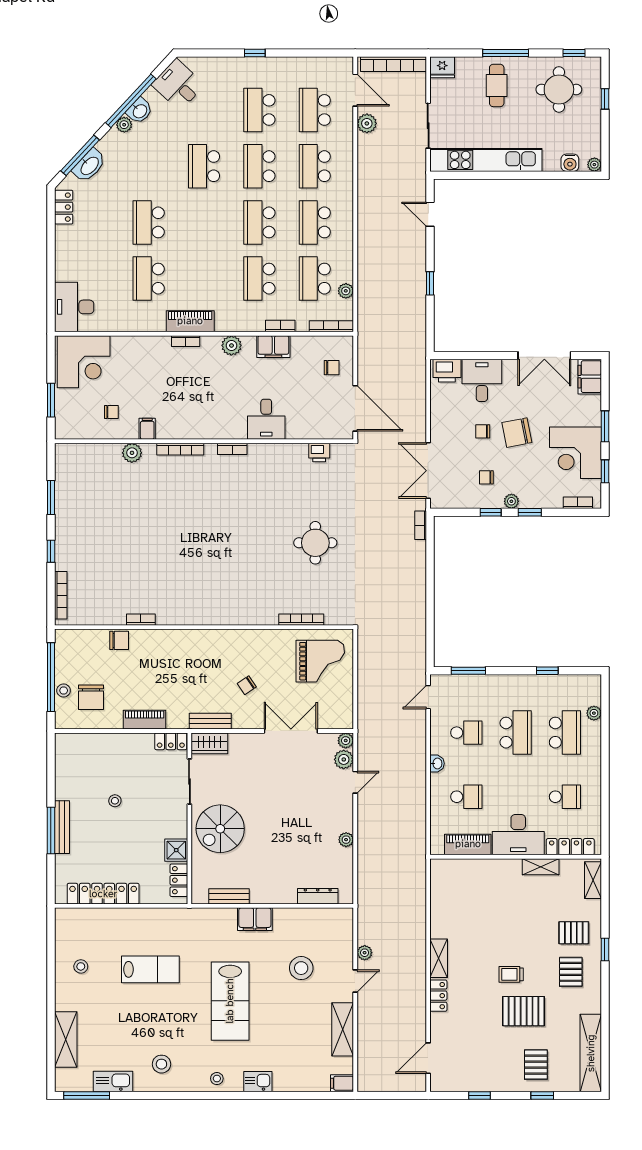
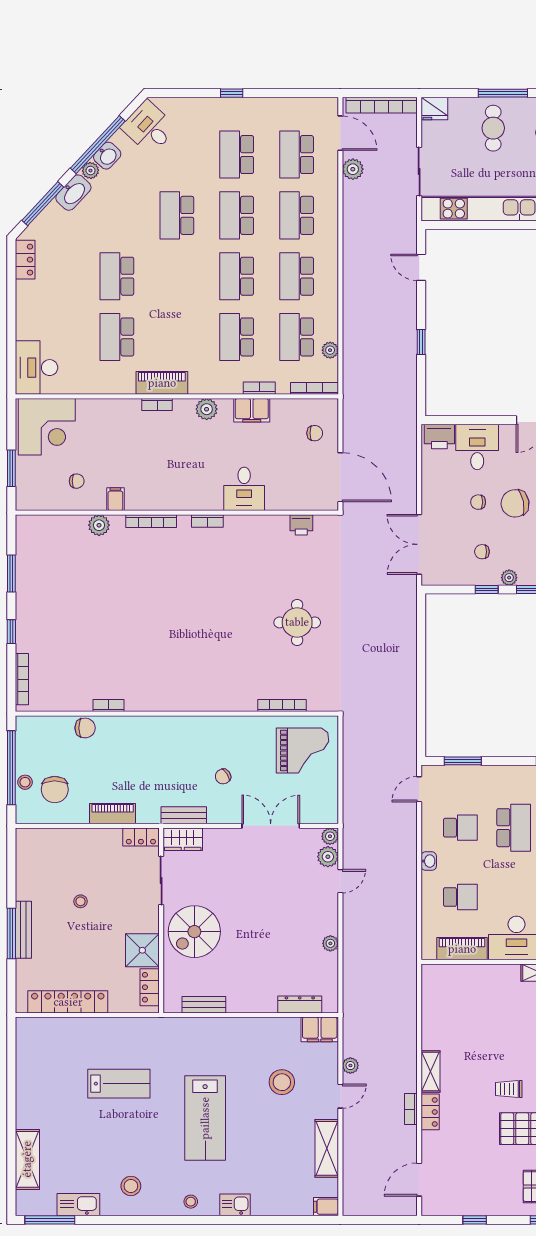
washbasin: (89, 166) -> (73, 193), moved
bookcase: (421, 525) -> (411, 1109), moved
shower: (176, 850) -> (142, 950), width x1.36, depth x1.36
filing cabinet: (255, 919) -> (320, 1029), moved
stool: (81, 966) -> (44, 1080), removed

